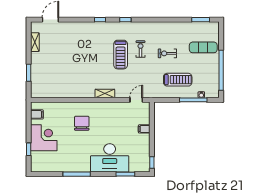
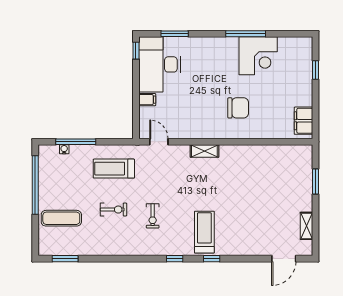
treadmill: (121, 55) -> (204, 232), moved
treadmill: (178, 80) -> (114, 169), moved
door: (136, 100) -> (159, 142), swing flipped
filing cabinet: (37, 114) -> (303, 121), width x2.00
chair: (82, 123) -> (238, 108), turned -90
corner desk: (44, 138) -> (258, 56), moved, turned -90
desk: (110, 158) -> (160, 64), moved, turned -90

